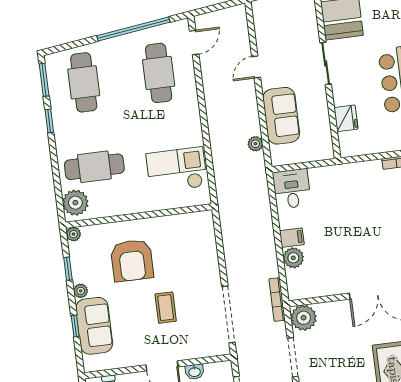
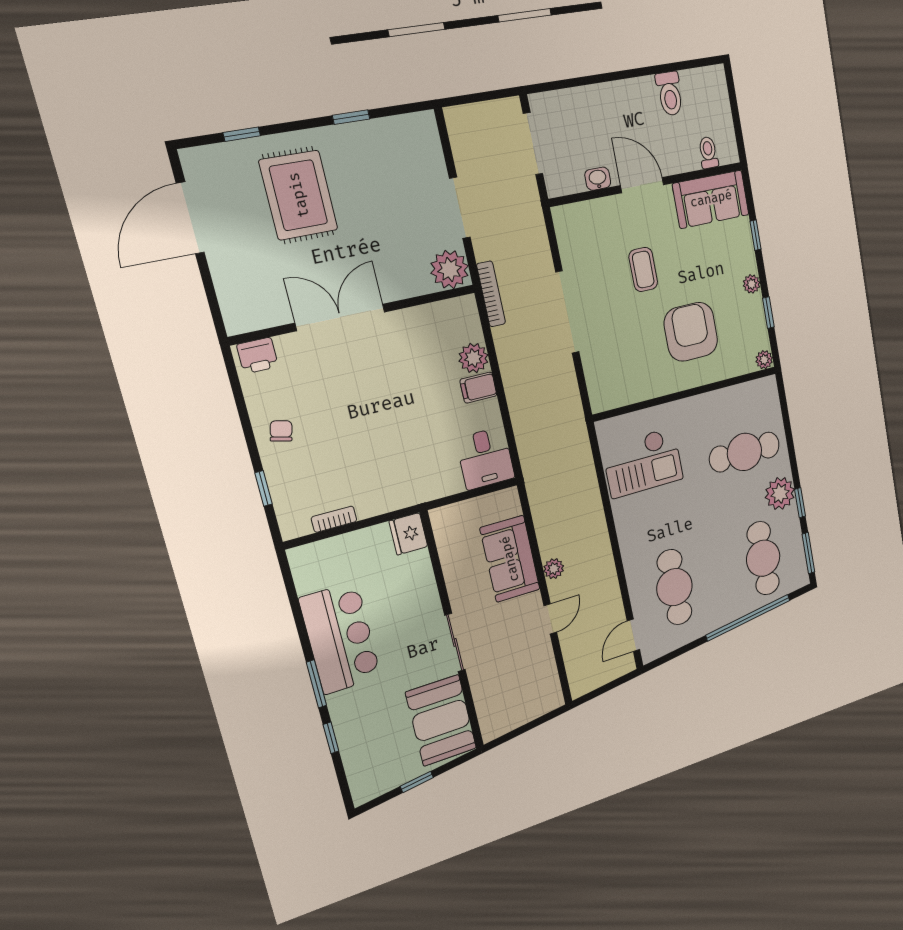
window: (133, 29) -> (748, 618), moved
fridge: (346, 118) -> (408, 534), moved
plant: (255, 144) -> (554, 569), moved
plant: (75, 203) -> (780, 493), moved
doorway: (228, 314) -> (567, 312), moved
sofa: (94, 326) -> (711, 199), moved, turned -90

